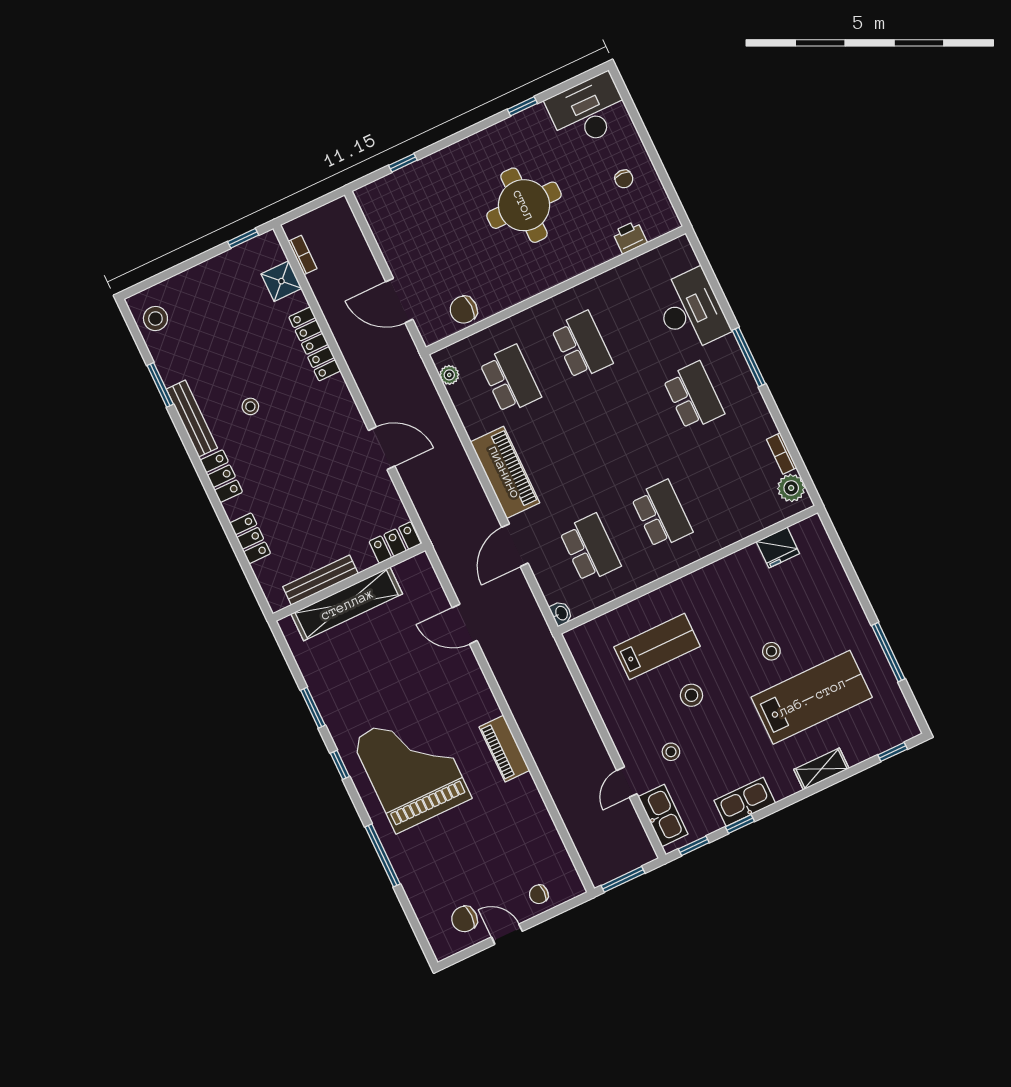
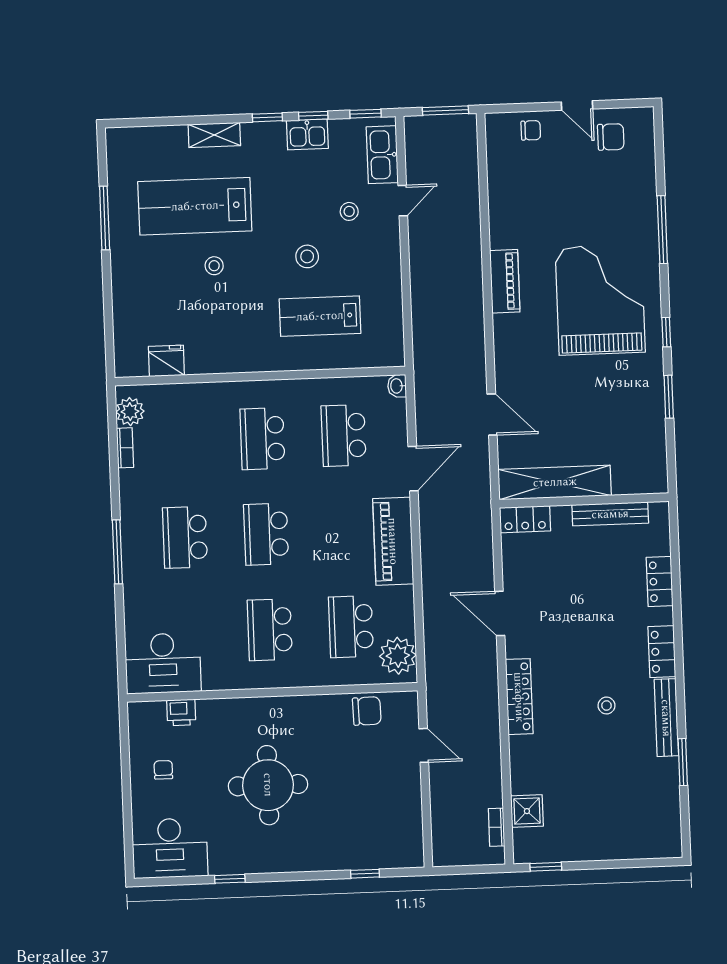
door: (399, 301) -> (424, 745), width x0.73
desk: (691, 311) -> (163, 663), moved, turned -90
stool: (155, 319) -> (661, 826), removed
locker: (315, 344) -> (519, 697), moved
plant: (449, 375) -> (398, 656), width x1.88, depth x1.88
school desk: (622, 430) -> (266, 534), added
shelving: (347, 604) -> (555, 482), moved
window: (893, 752) -> (267, 117), moved
grand piano: (412, 769) -> (600, 300), turned 180
kitchen sink: (745, 802) -> (307, 134), width x0.73

